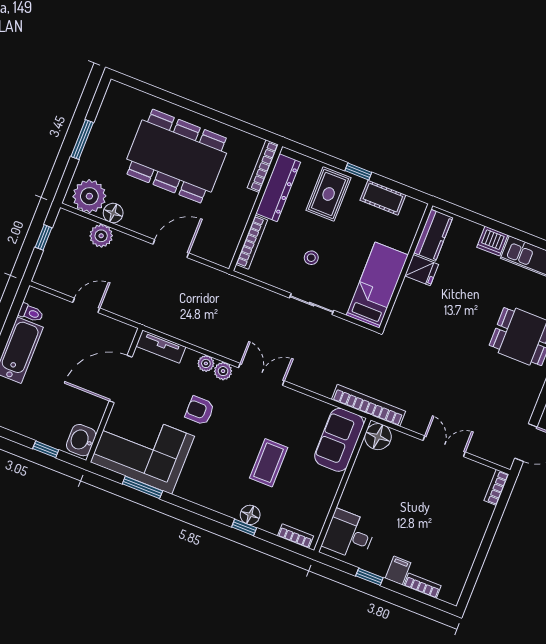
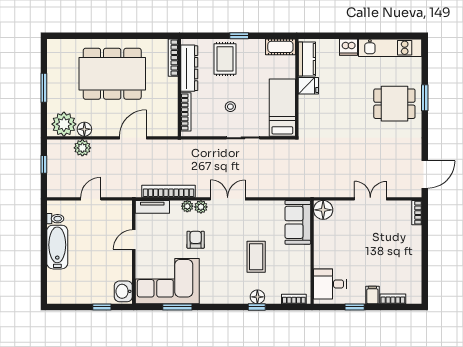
cot: (383, 198) -> (280, 47), moved
door: (121, 379) -> (134, 240), width x0.53
bookcase: (368, 405) -> (168, 191), moved
armchair: (200, 411) -> (196, 240), turned 90

